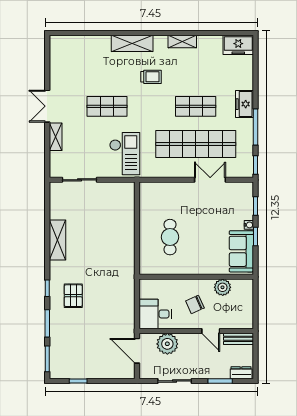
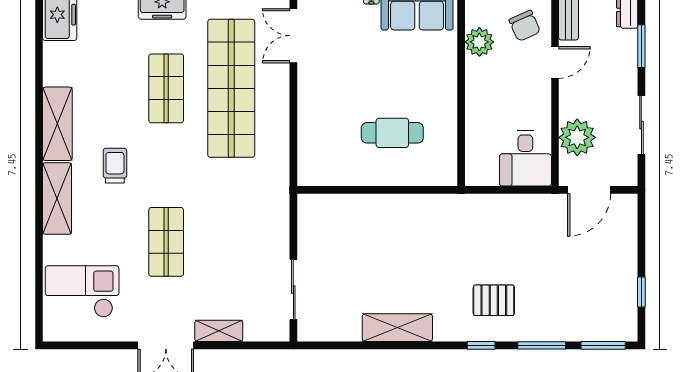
shelving: (182, 41) -> (57, 124), width x1.50, depth x1.33
checkout: (125, 154) -> (82, 291), moved
double door: (210, 180) -> (293, 36), moved
chair: (195, 304) -> (525, 26), moved

